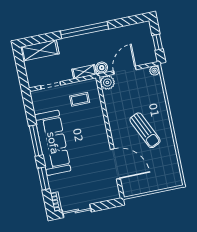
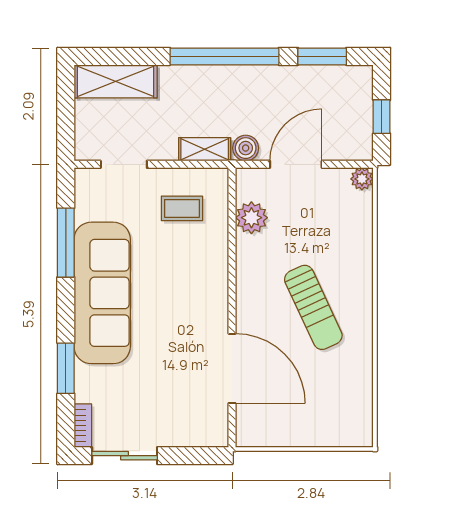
window: (127, 21) -> (322, 56), added
plant: (107, 82) -> (251, 218), moved
window: (36, 140) -> (66, 243), moved

